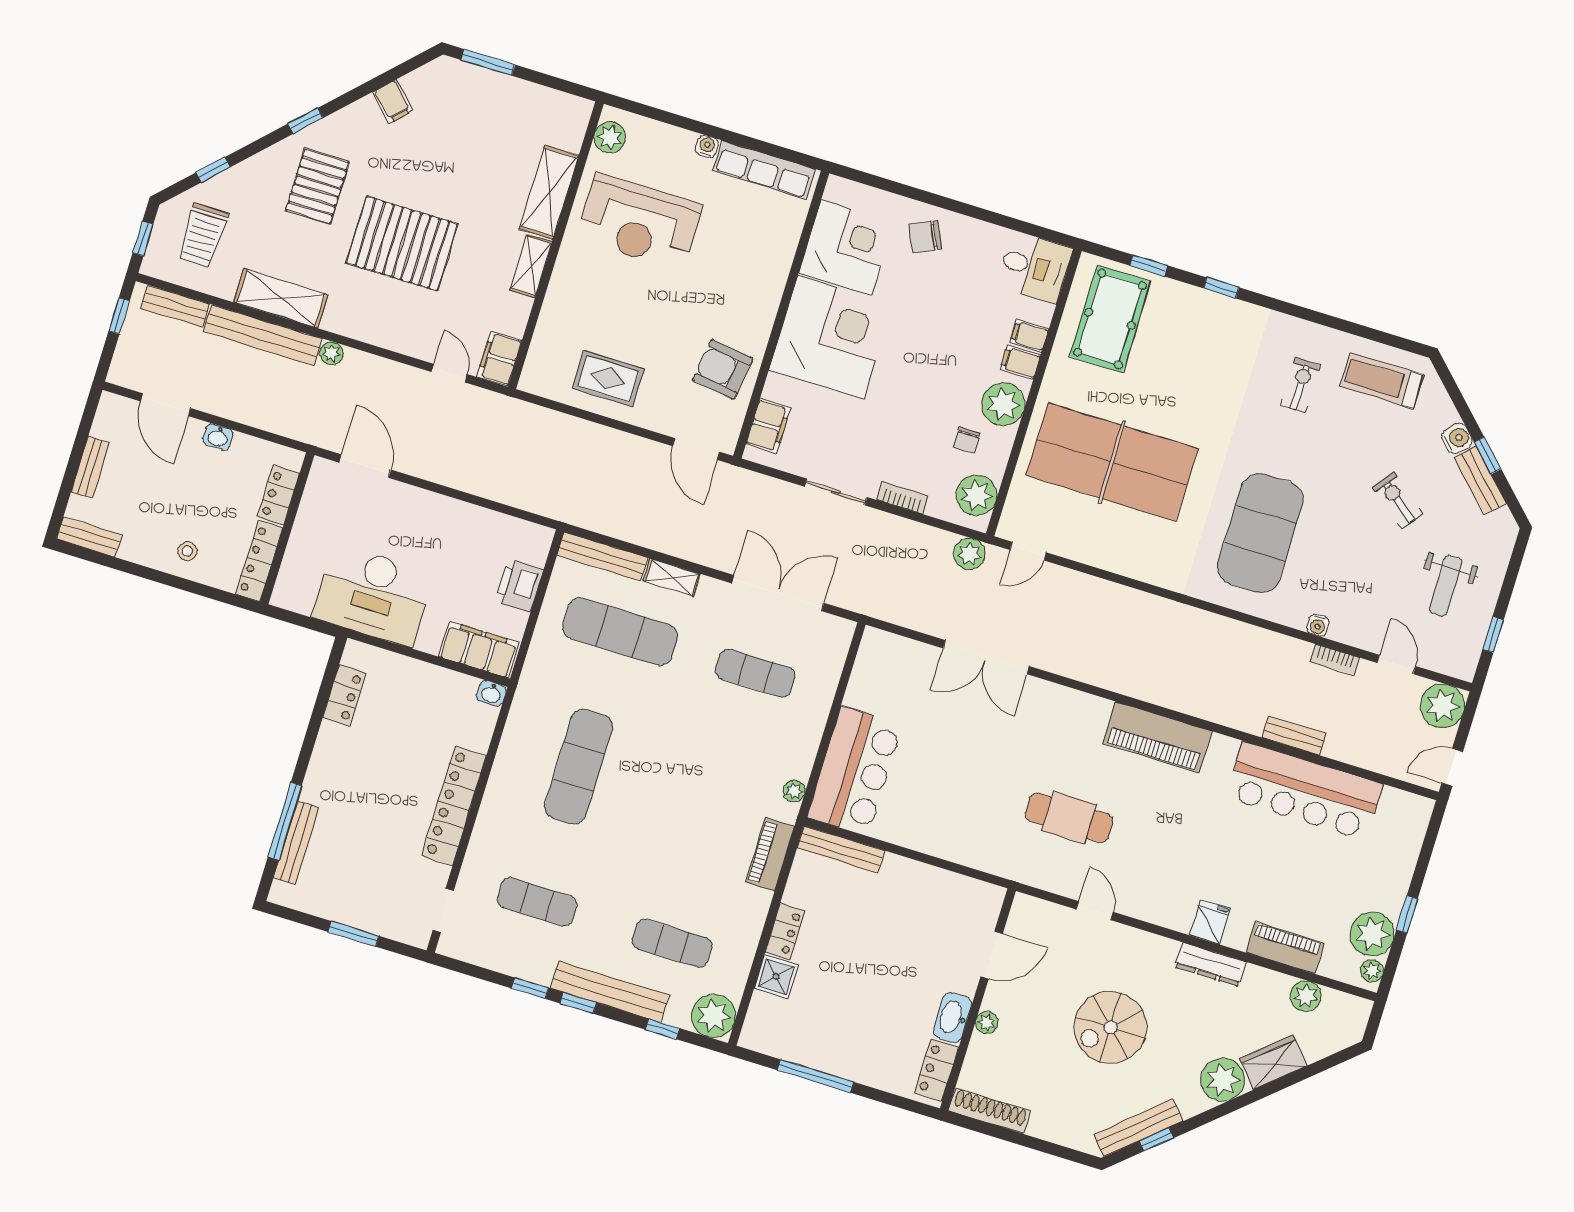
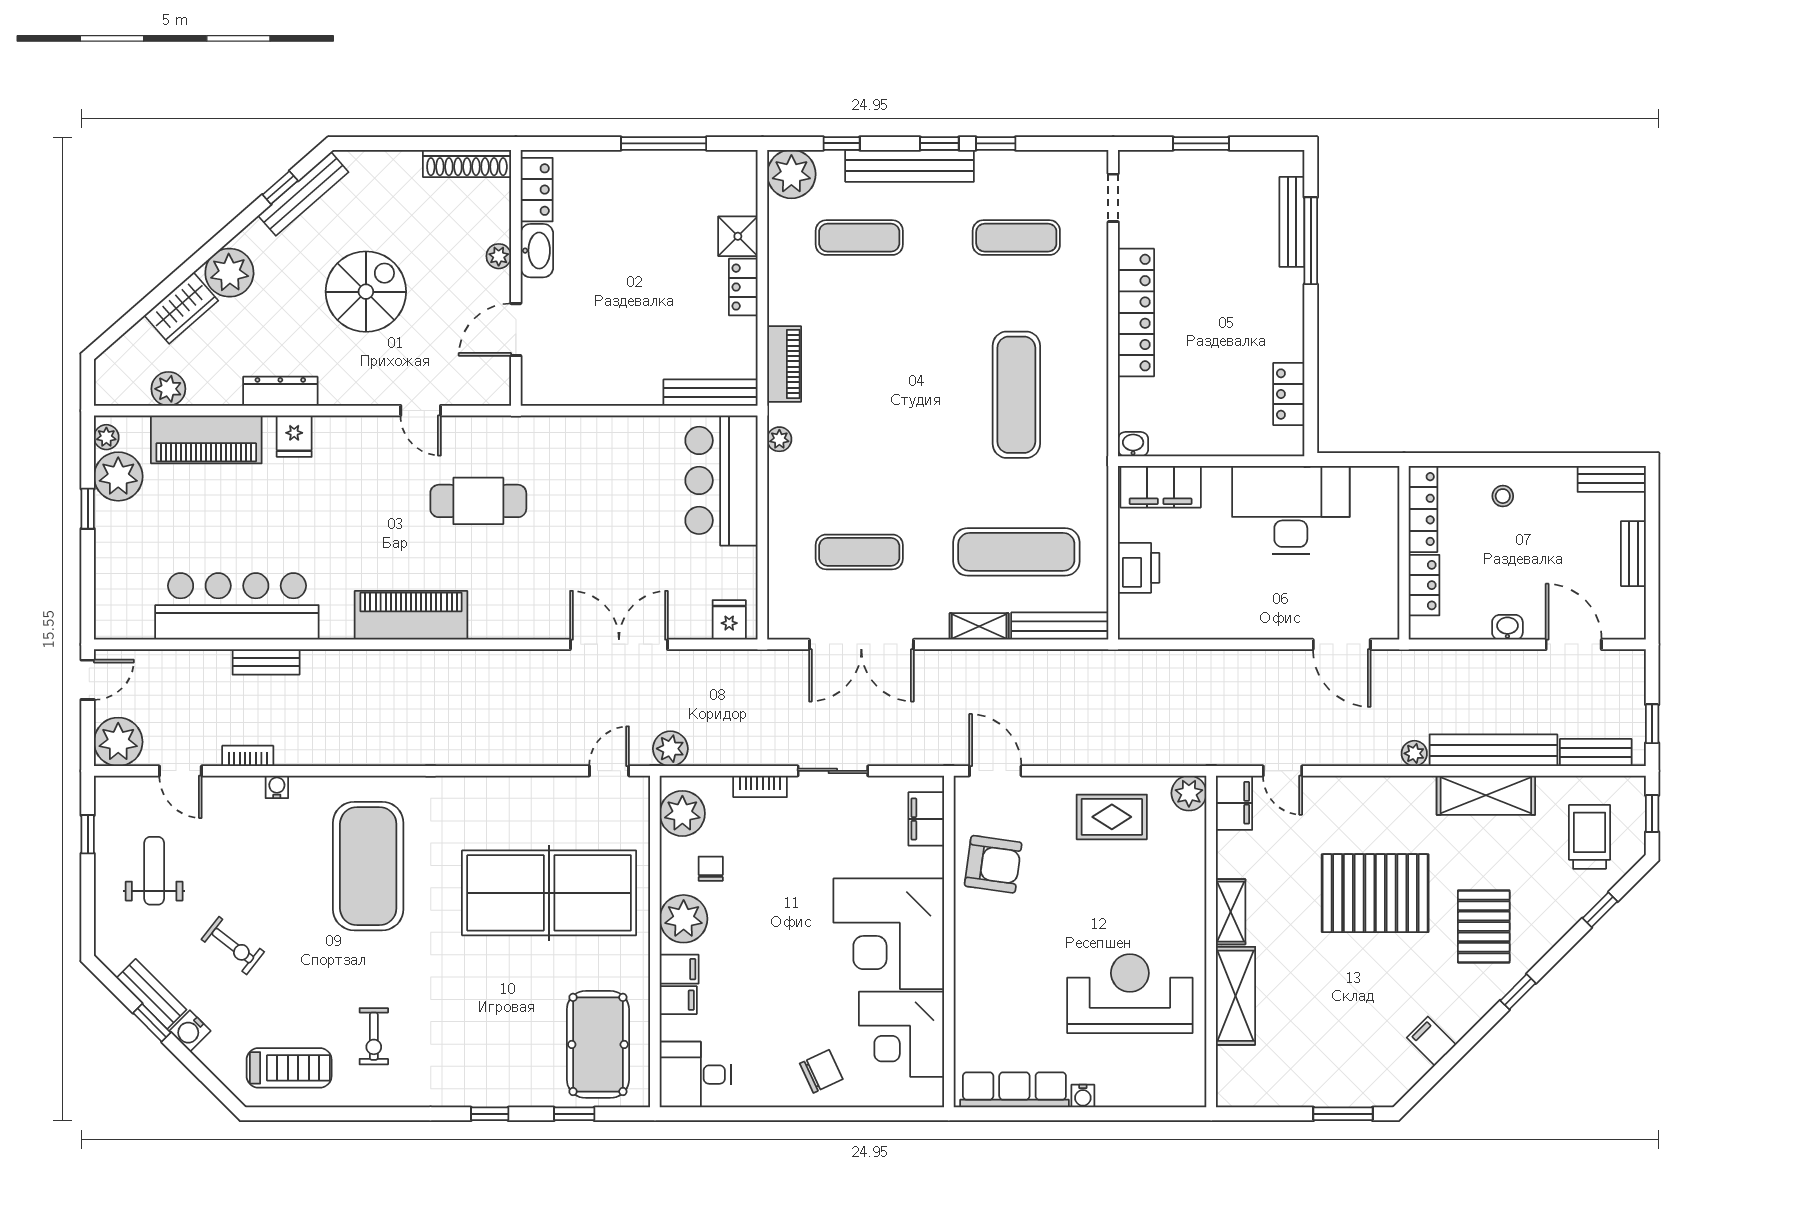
plant: (610, 137) -> (1189, 793), moved
fridge: (885, 649) -> (729, 620), added
piano: (1285, 948) -> (206, 439), width x1.37, depth x1.33

